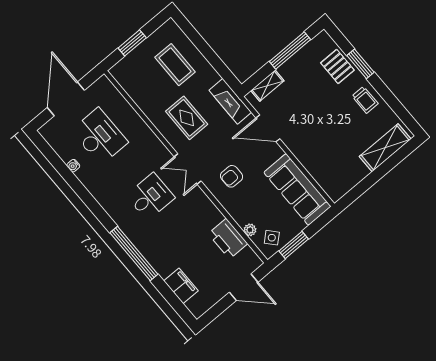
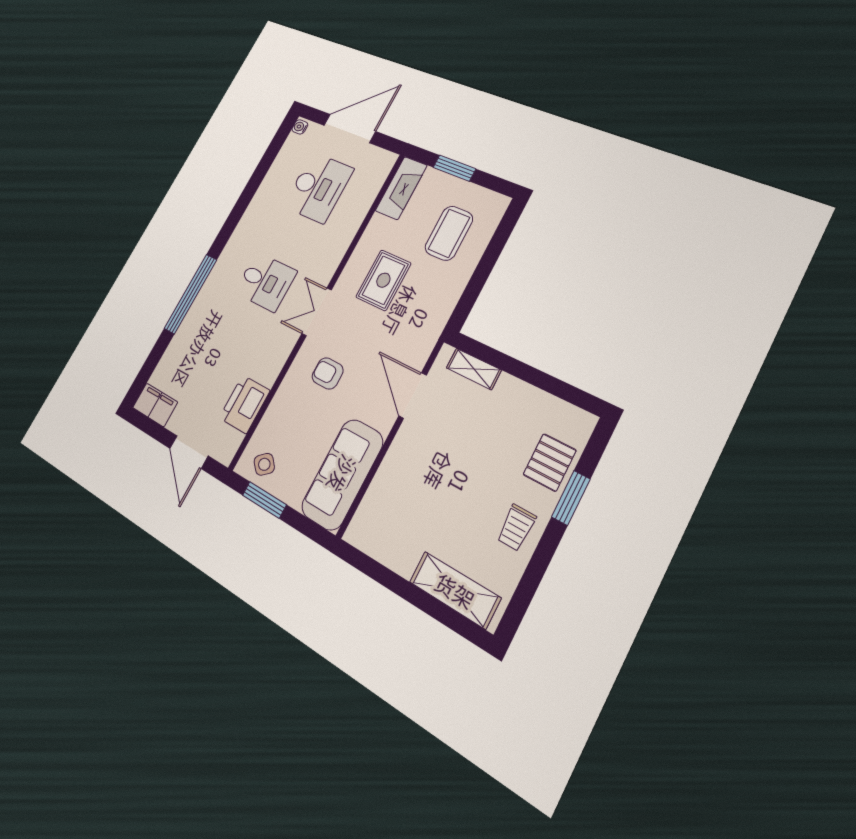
window: (290, 50) -> (541, 380), removed
fireplace: (230, 101) -> (401, 188), moved, turned 180
water cooler: (73, 166) -> (300, 127), moved
plant: (250, 230) -> (265, 429), removed
filing cabinet: (181, 286) -> (155, 405), moved, turned -90

